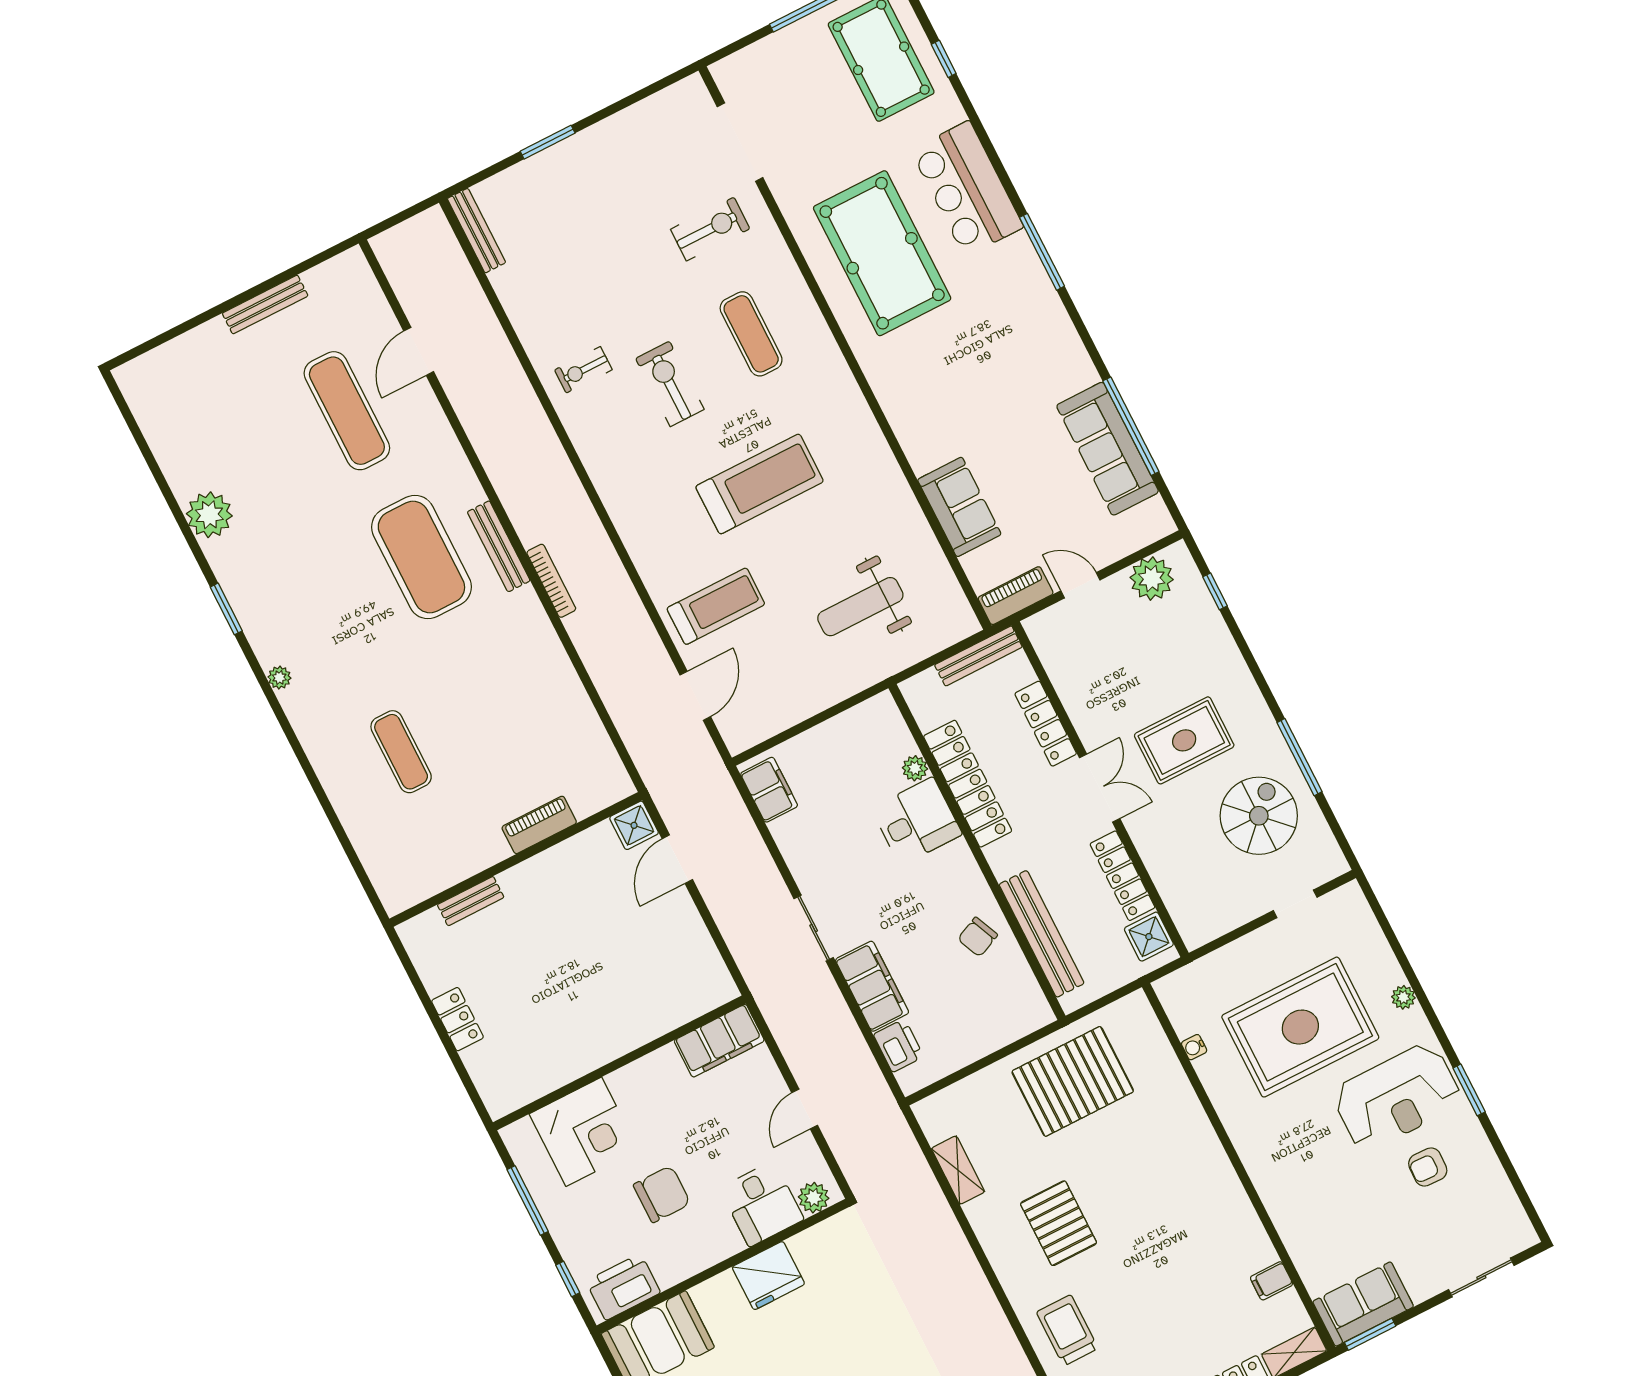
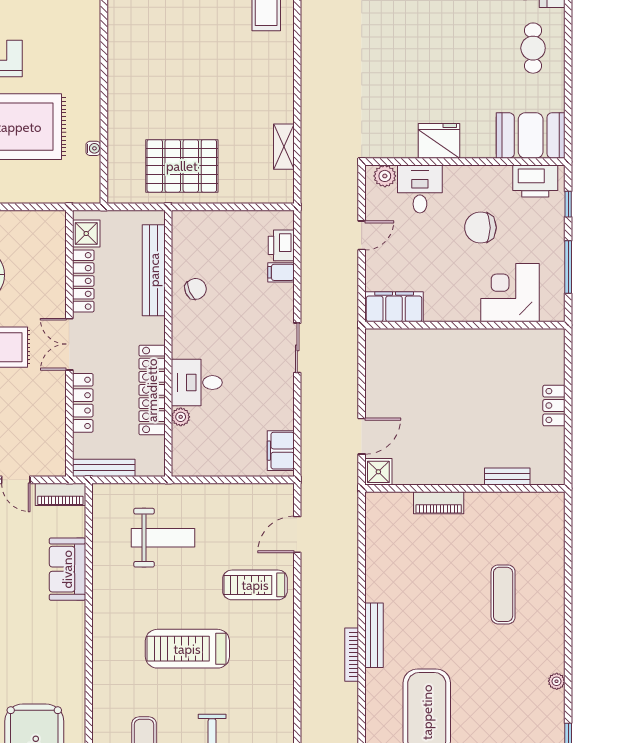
bench: (499, 546) -> (374, 635), moved
filing cabinet: (872, 986) -> (281, 272), width x0.33, depth x0.86
pallet: (1059, 1223) -> (237, 80), removed

